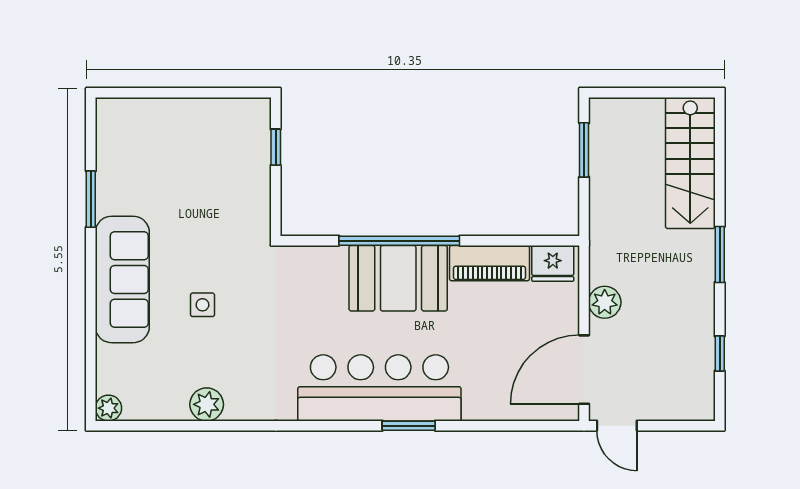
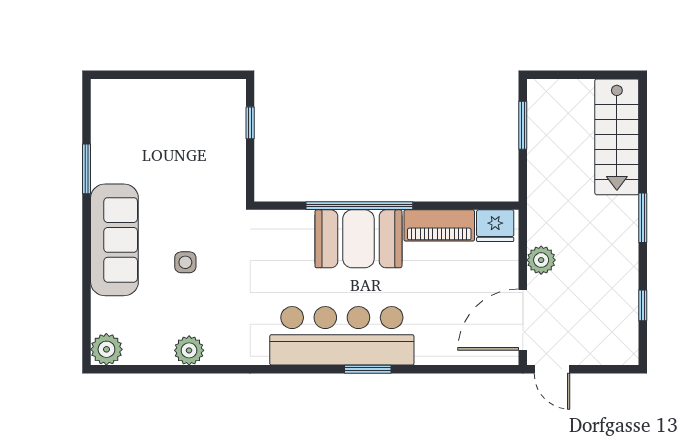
plant: (108, 408) -> (106, 349), width x1.38, depth x1.38

